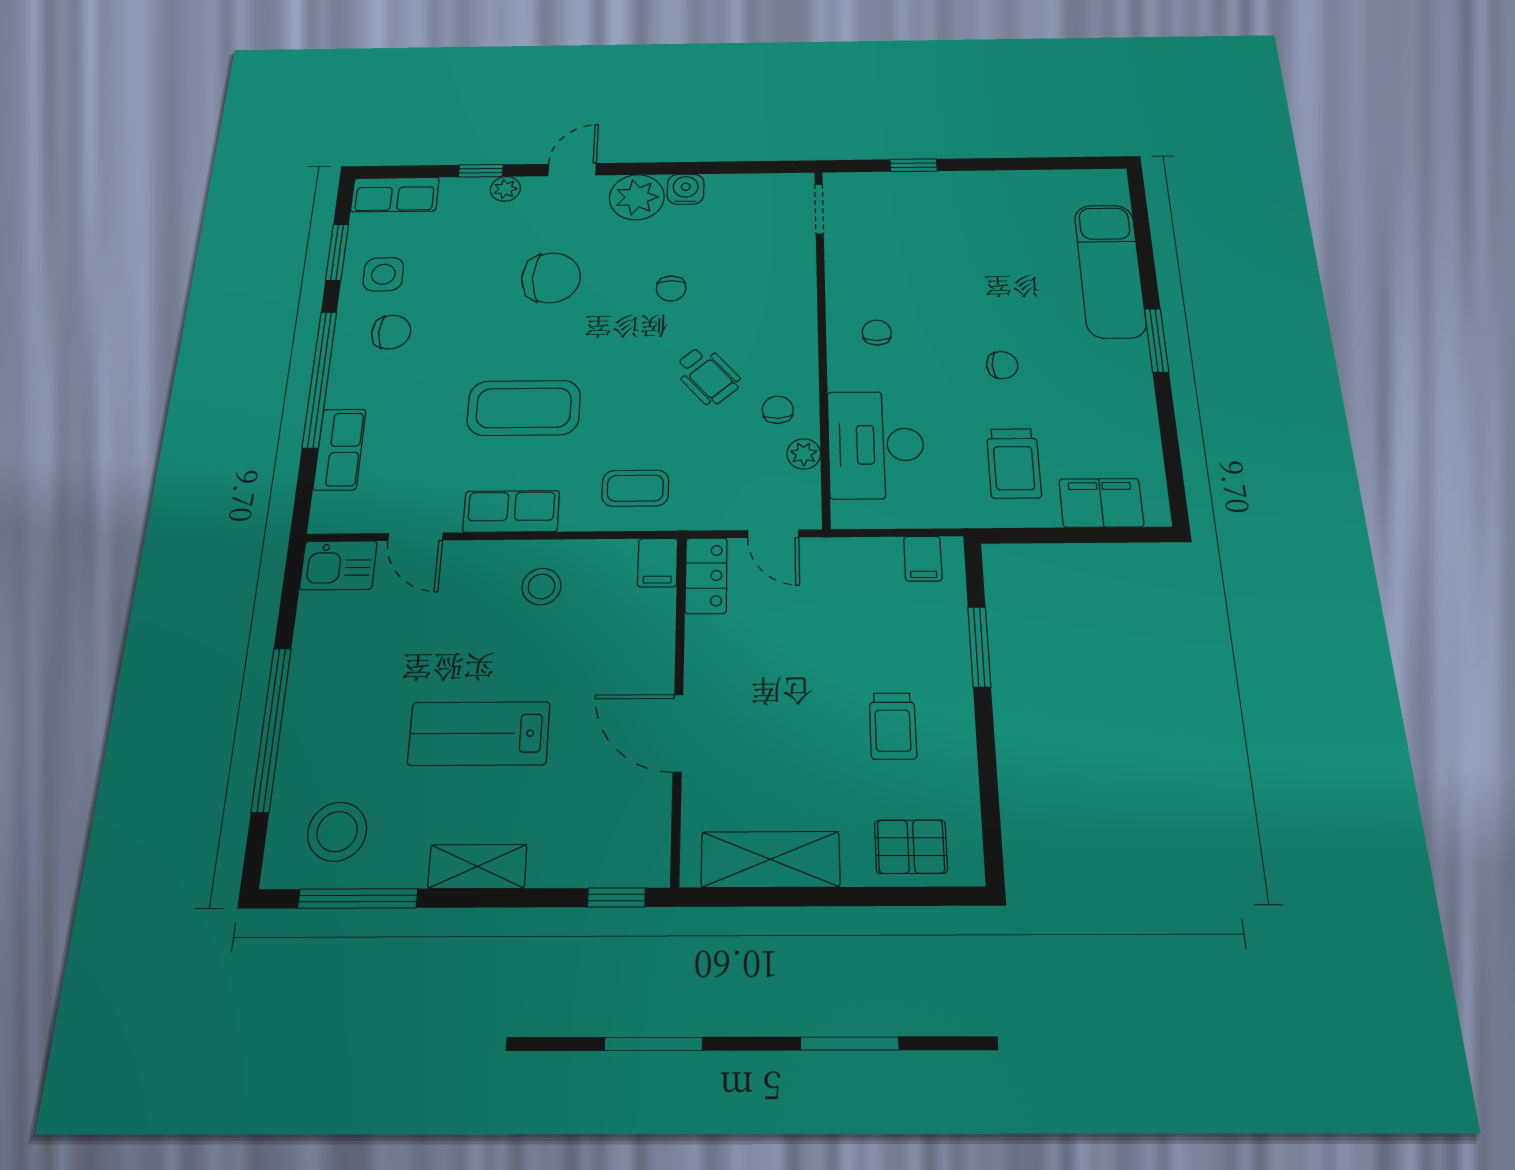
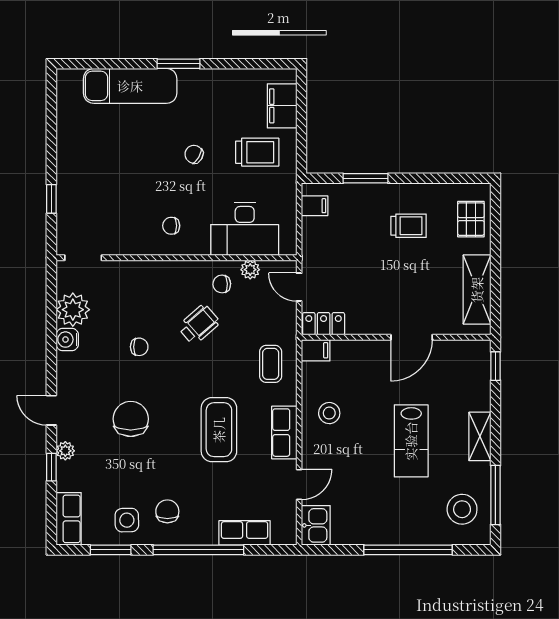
plant: (637, 197) -> (73, 310), moved
chair: (1002, 365) -> (194, 154), turned -60
door: (773, 534) -> (299, 287), swing flipped

